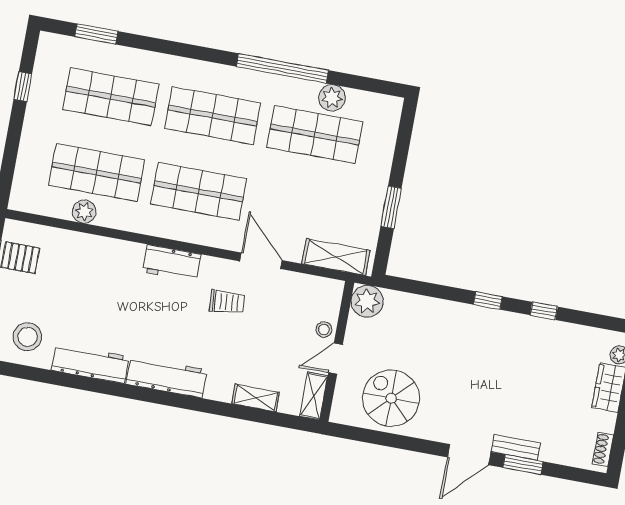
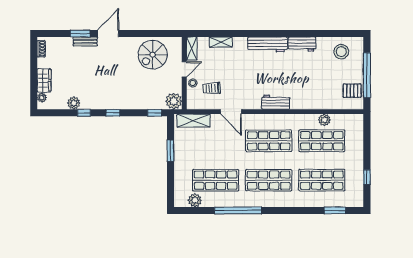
plant: (332, 98) -> (195, 200), moved
window: (408, 286) -> (155, 113), added
trolley: (227, 302) -> (212, 88), moved
plant: (560, 333) -> (74, 103), added
workbench: (90, 363) -> (302, 44), width x0.73
spiral stairs: (391, 398) -> (153, 55), turned 90

